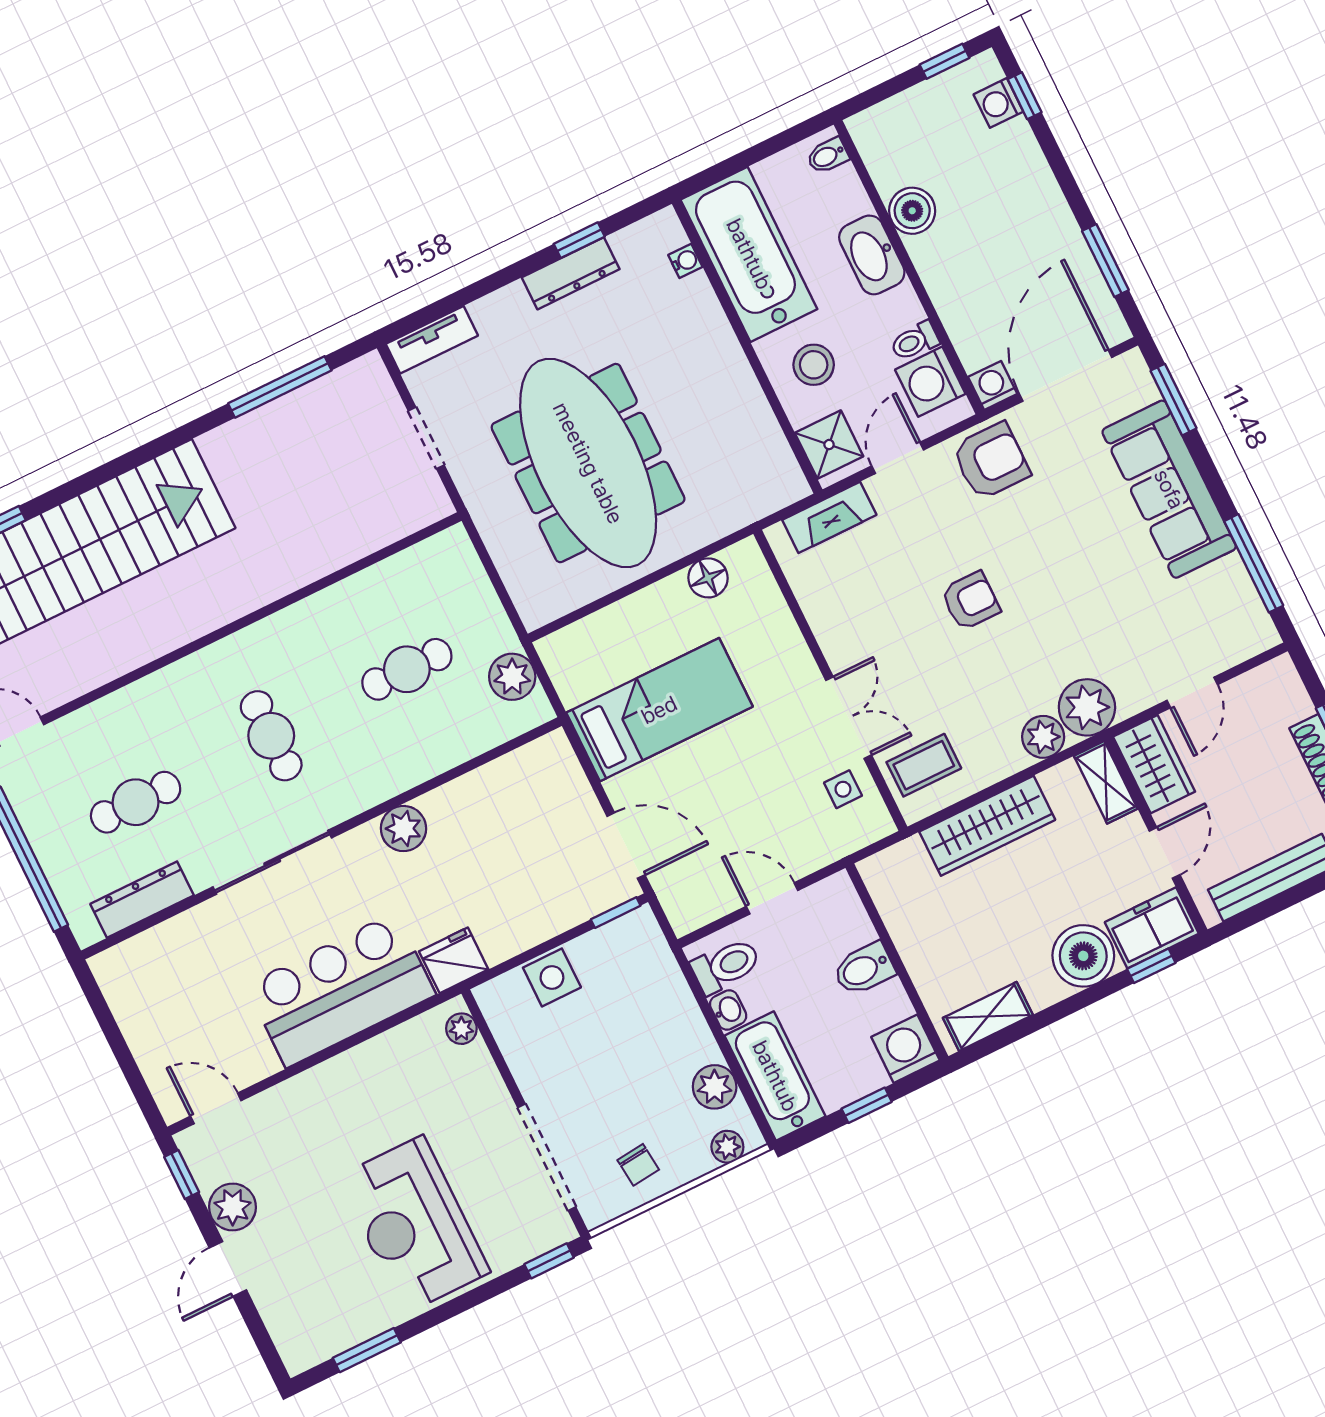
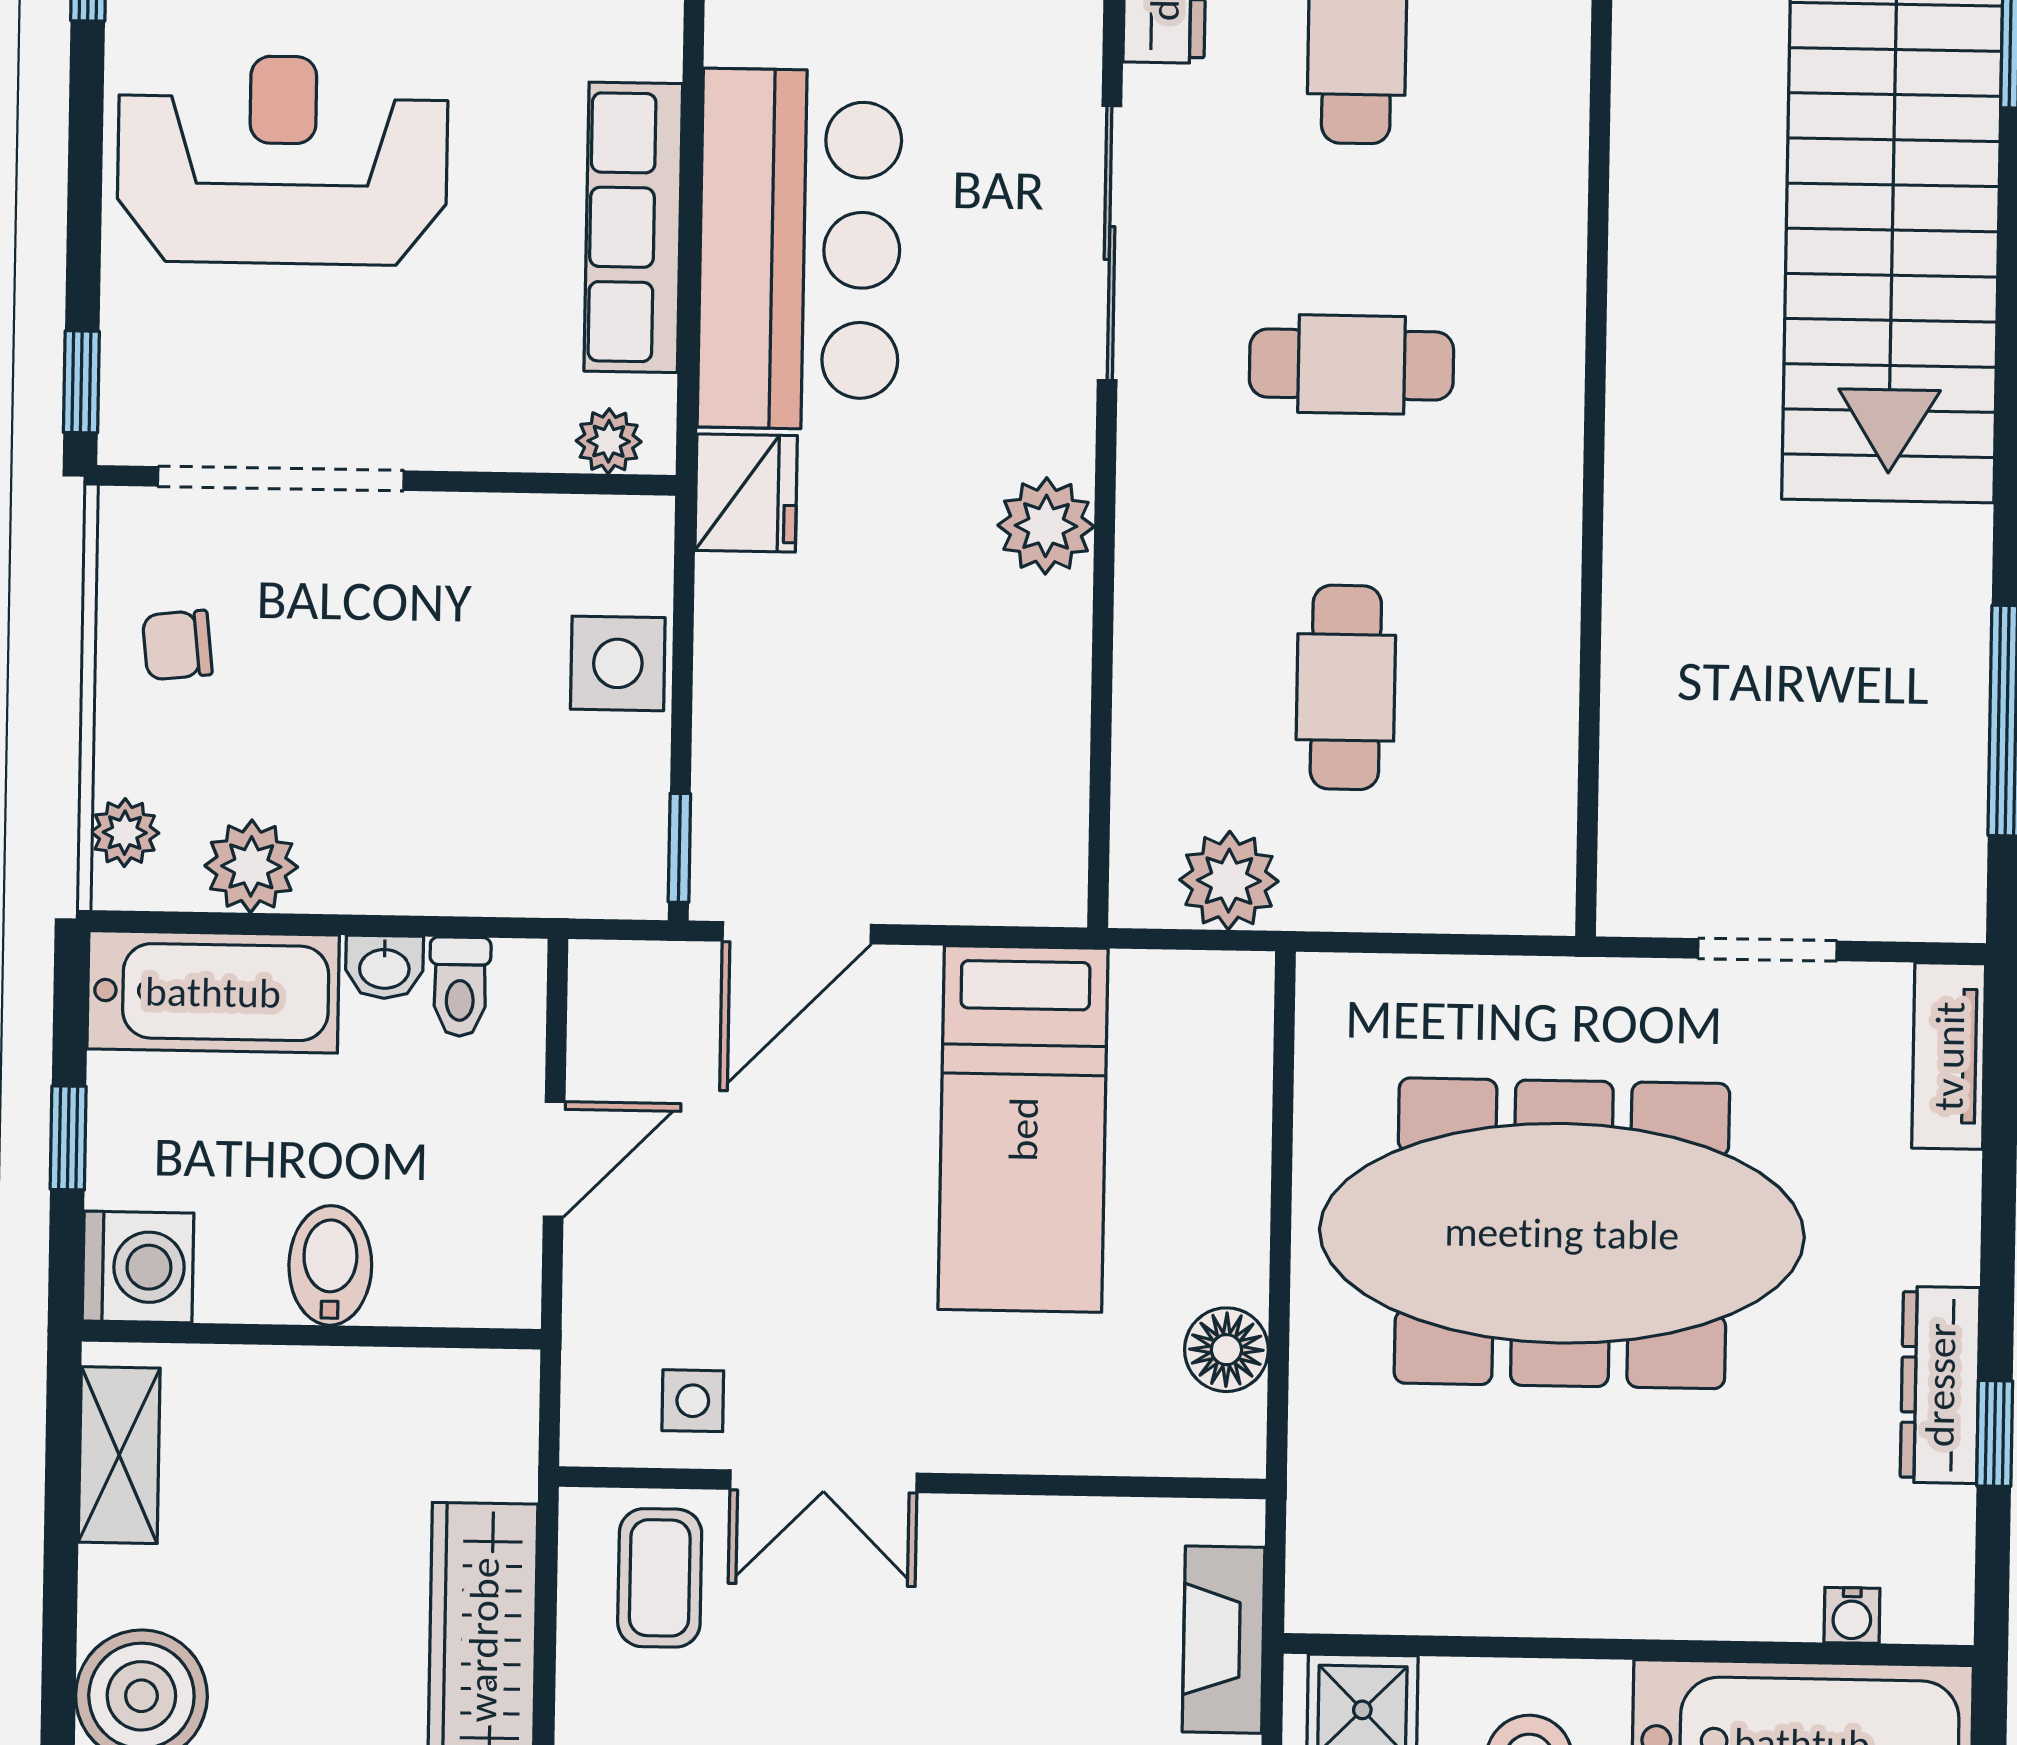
toilet: (726, 966) -> (460, 987), width x0.73, depth x0.72
row of seats: (367, 1064) -> (633, 227), added

